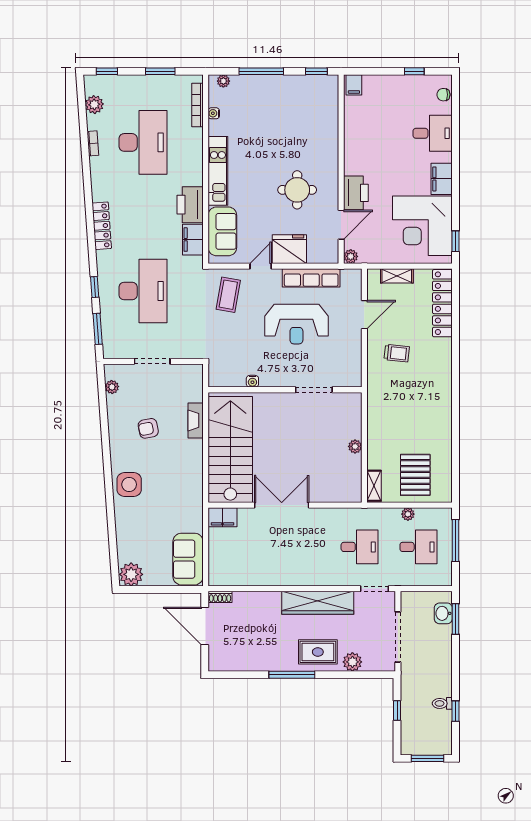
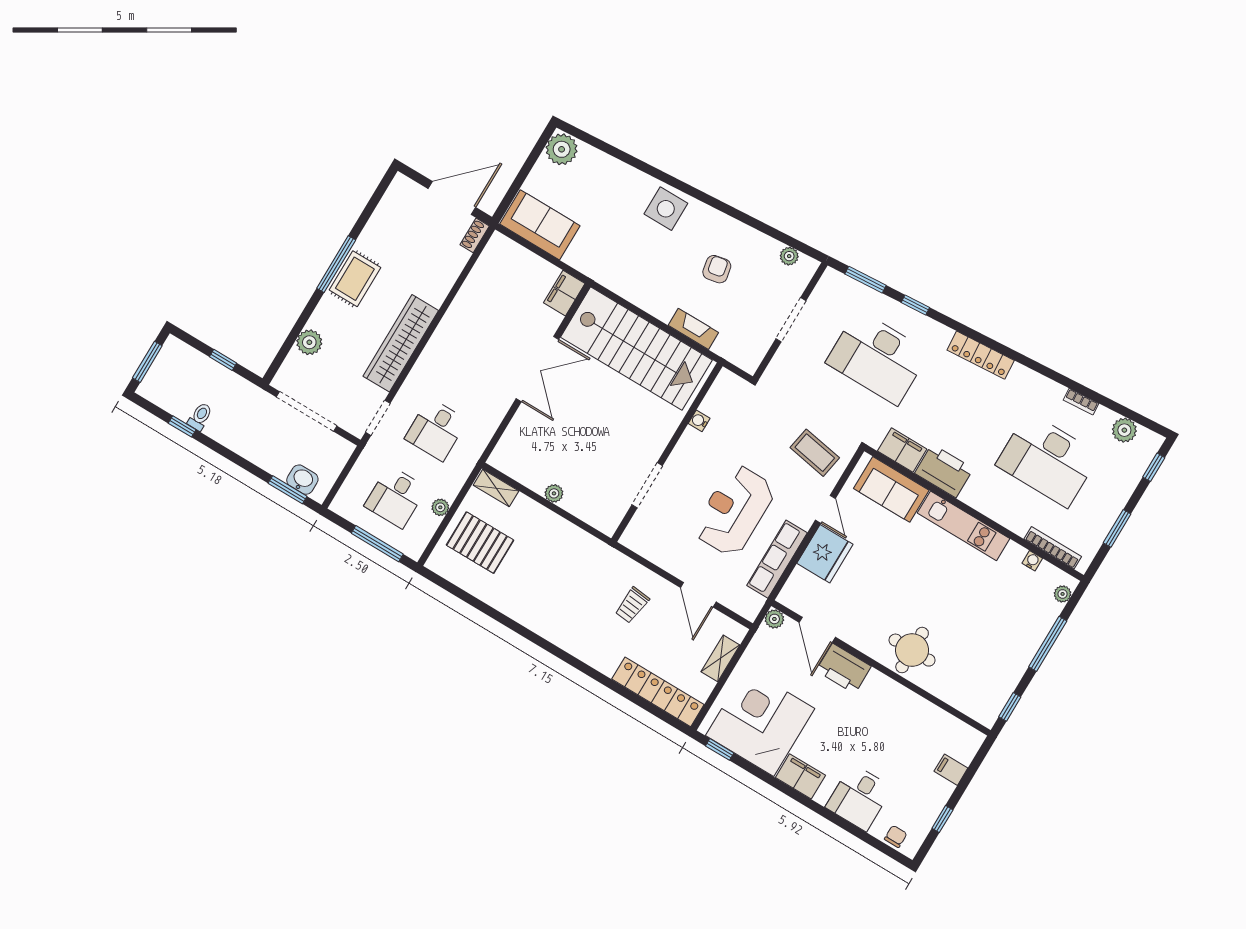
filing cabinet: (354, 85) -> (951, 770), moved
round table: (297, 190) -> (912, 650), moved
rug: (318, 652) -> (355, 279), moved

